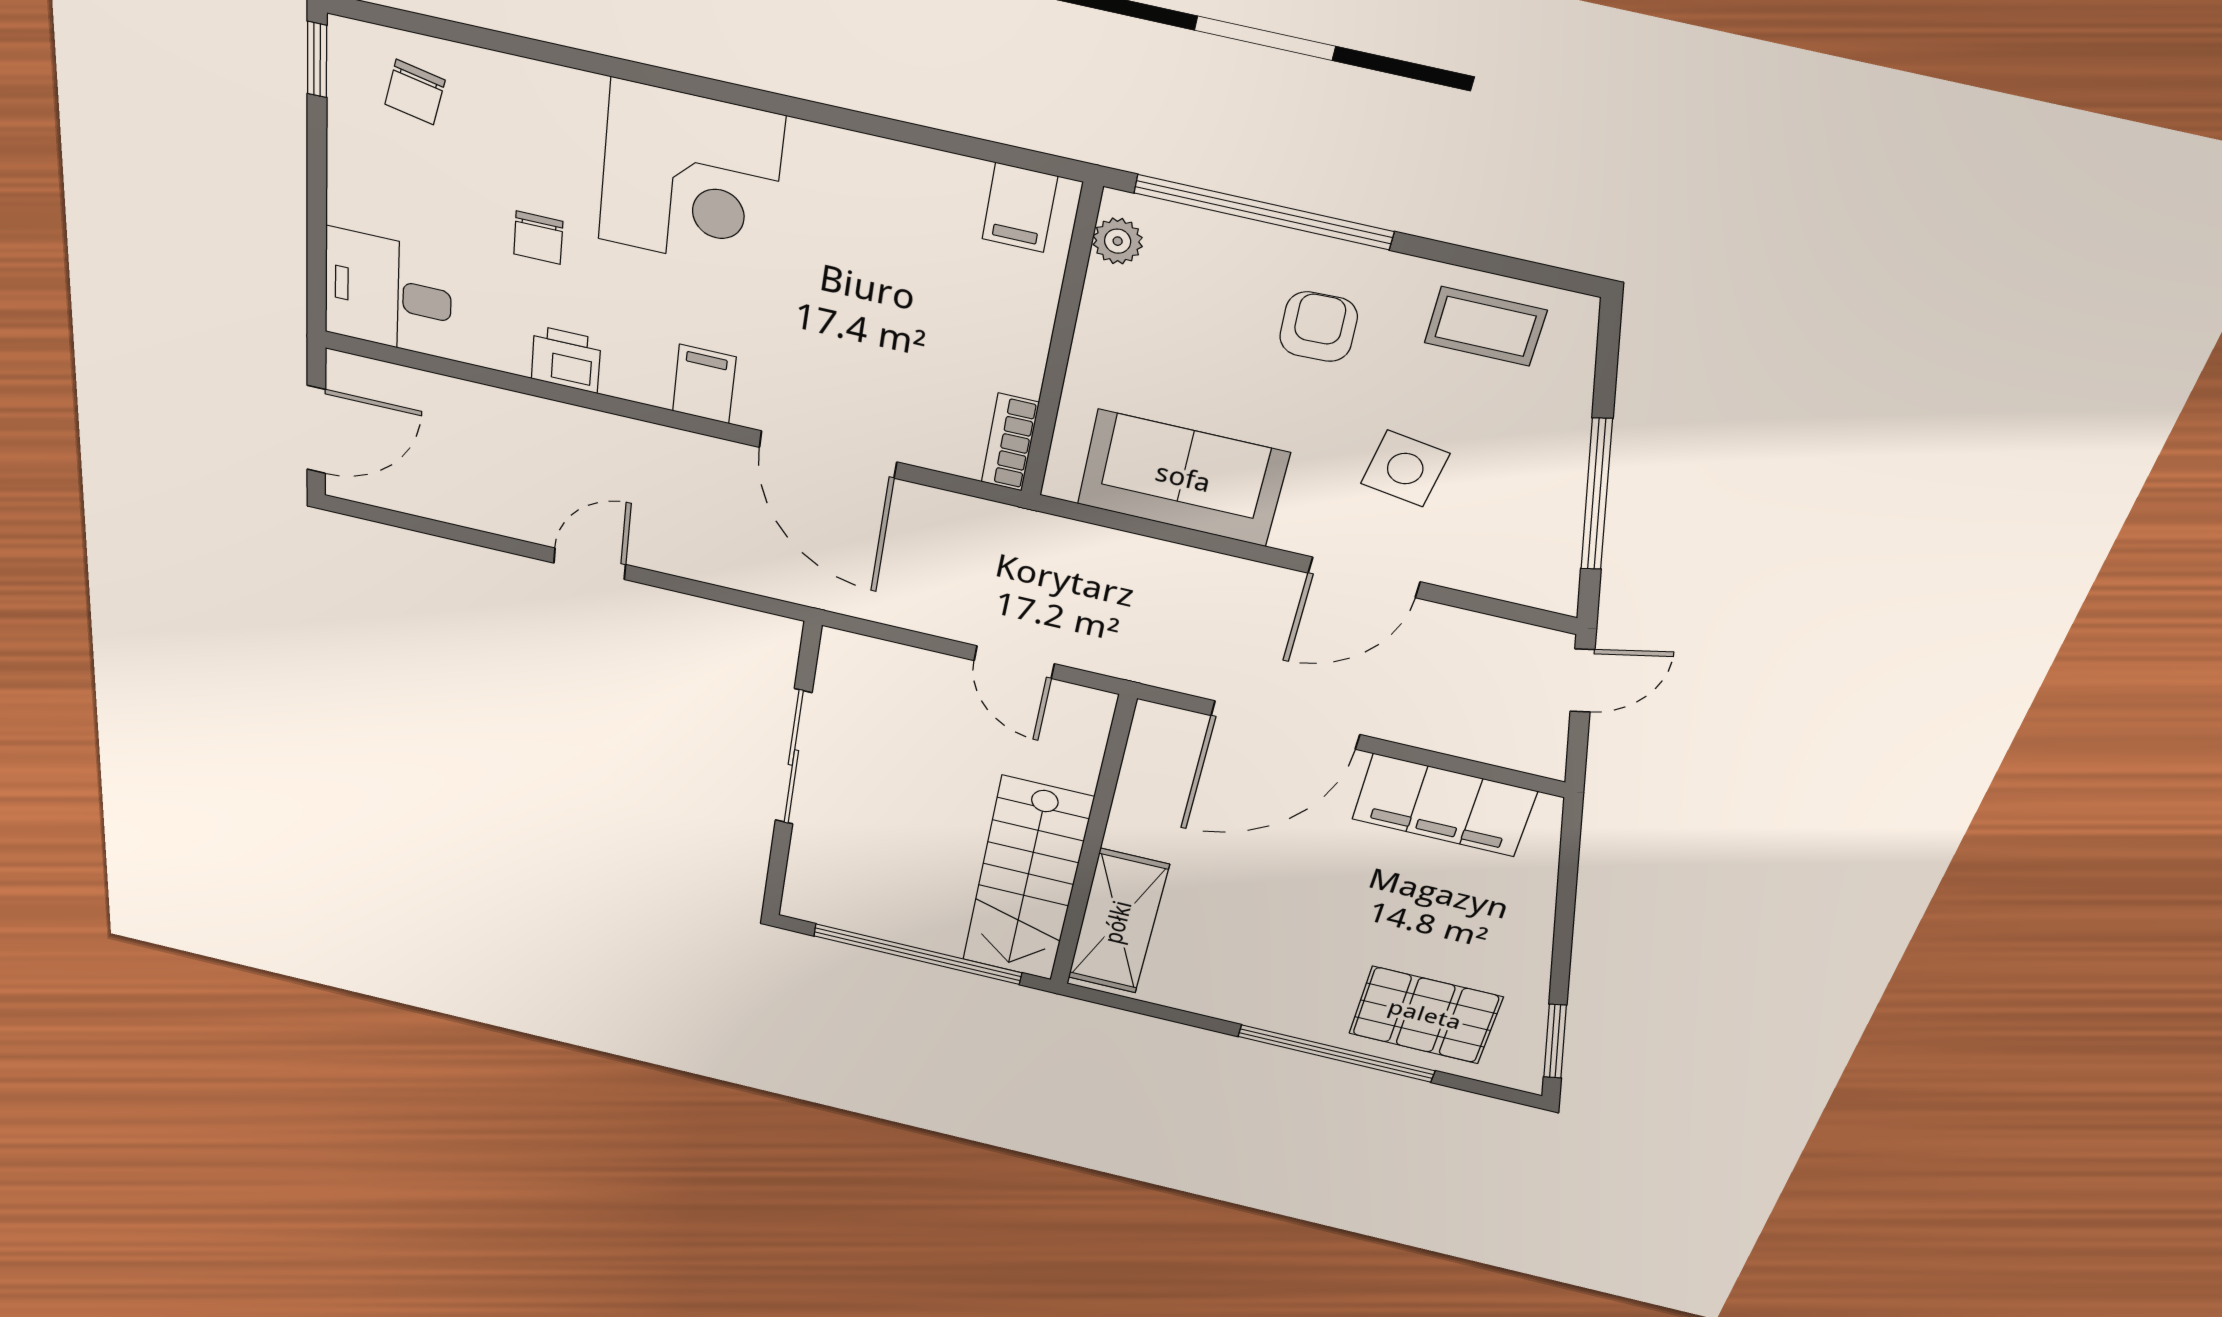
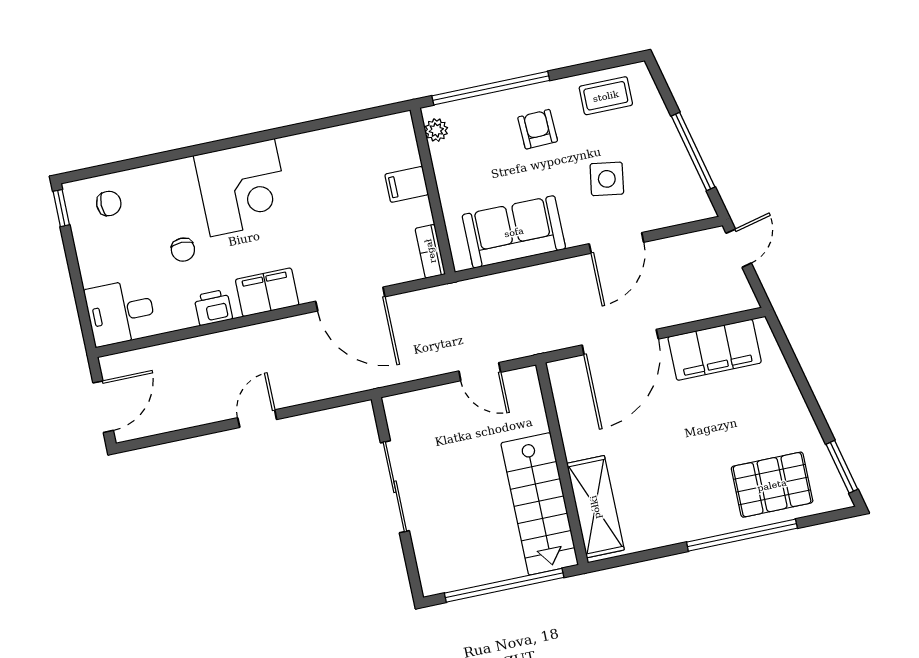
chair: (415, 92) -> (109, 203), turned -102
filing cabinet: (1020, 208) -> (407, 184), moved, turned 90
filing cabinet: (704, 384) -> (267, 292), width x2.00

